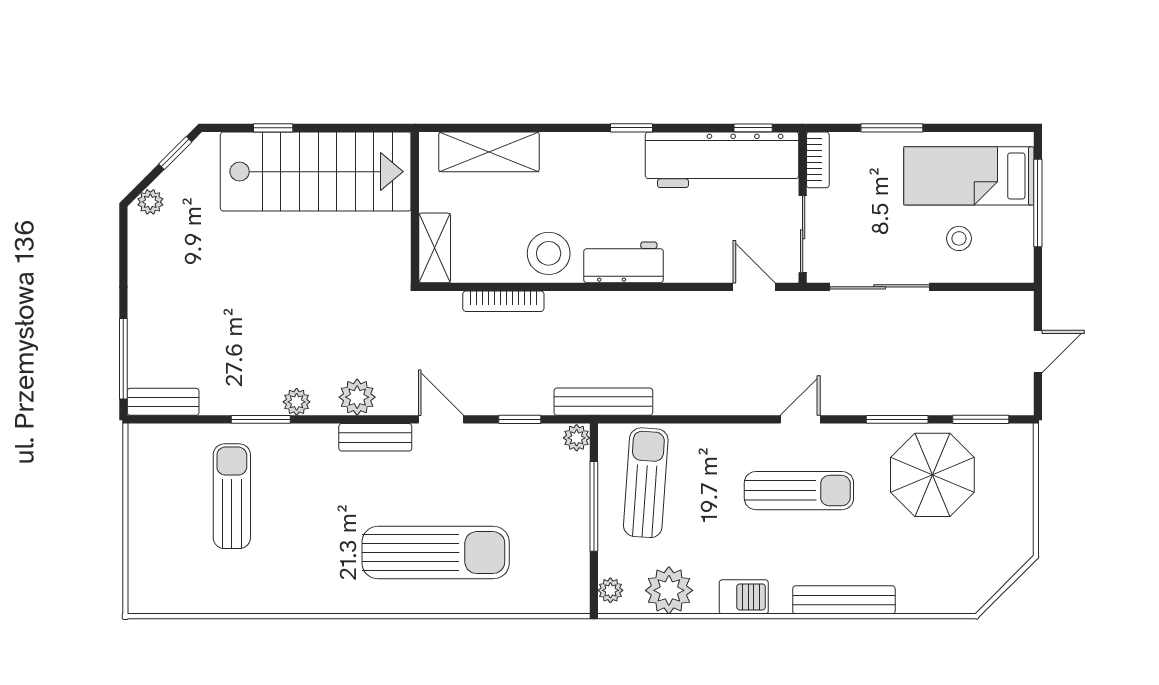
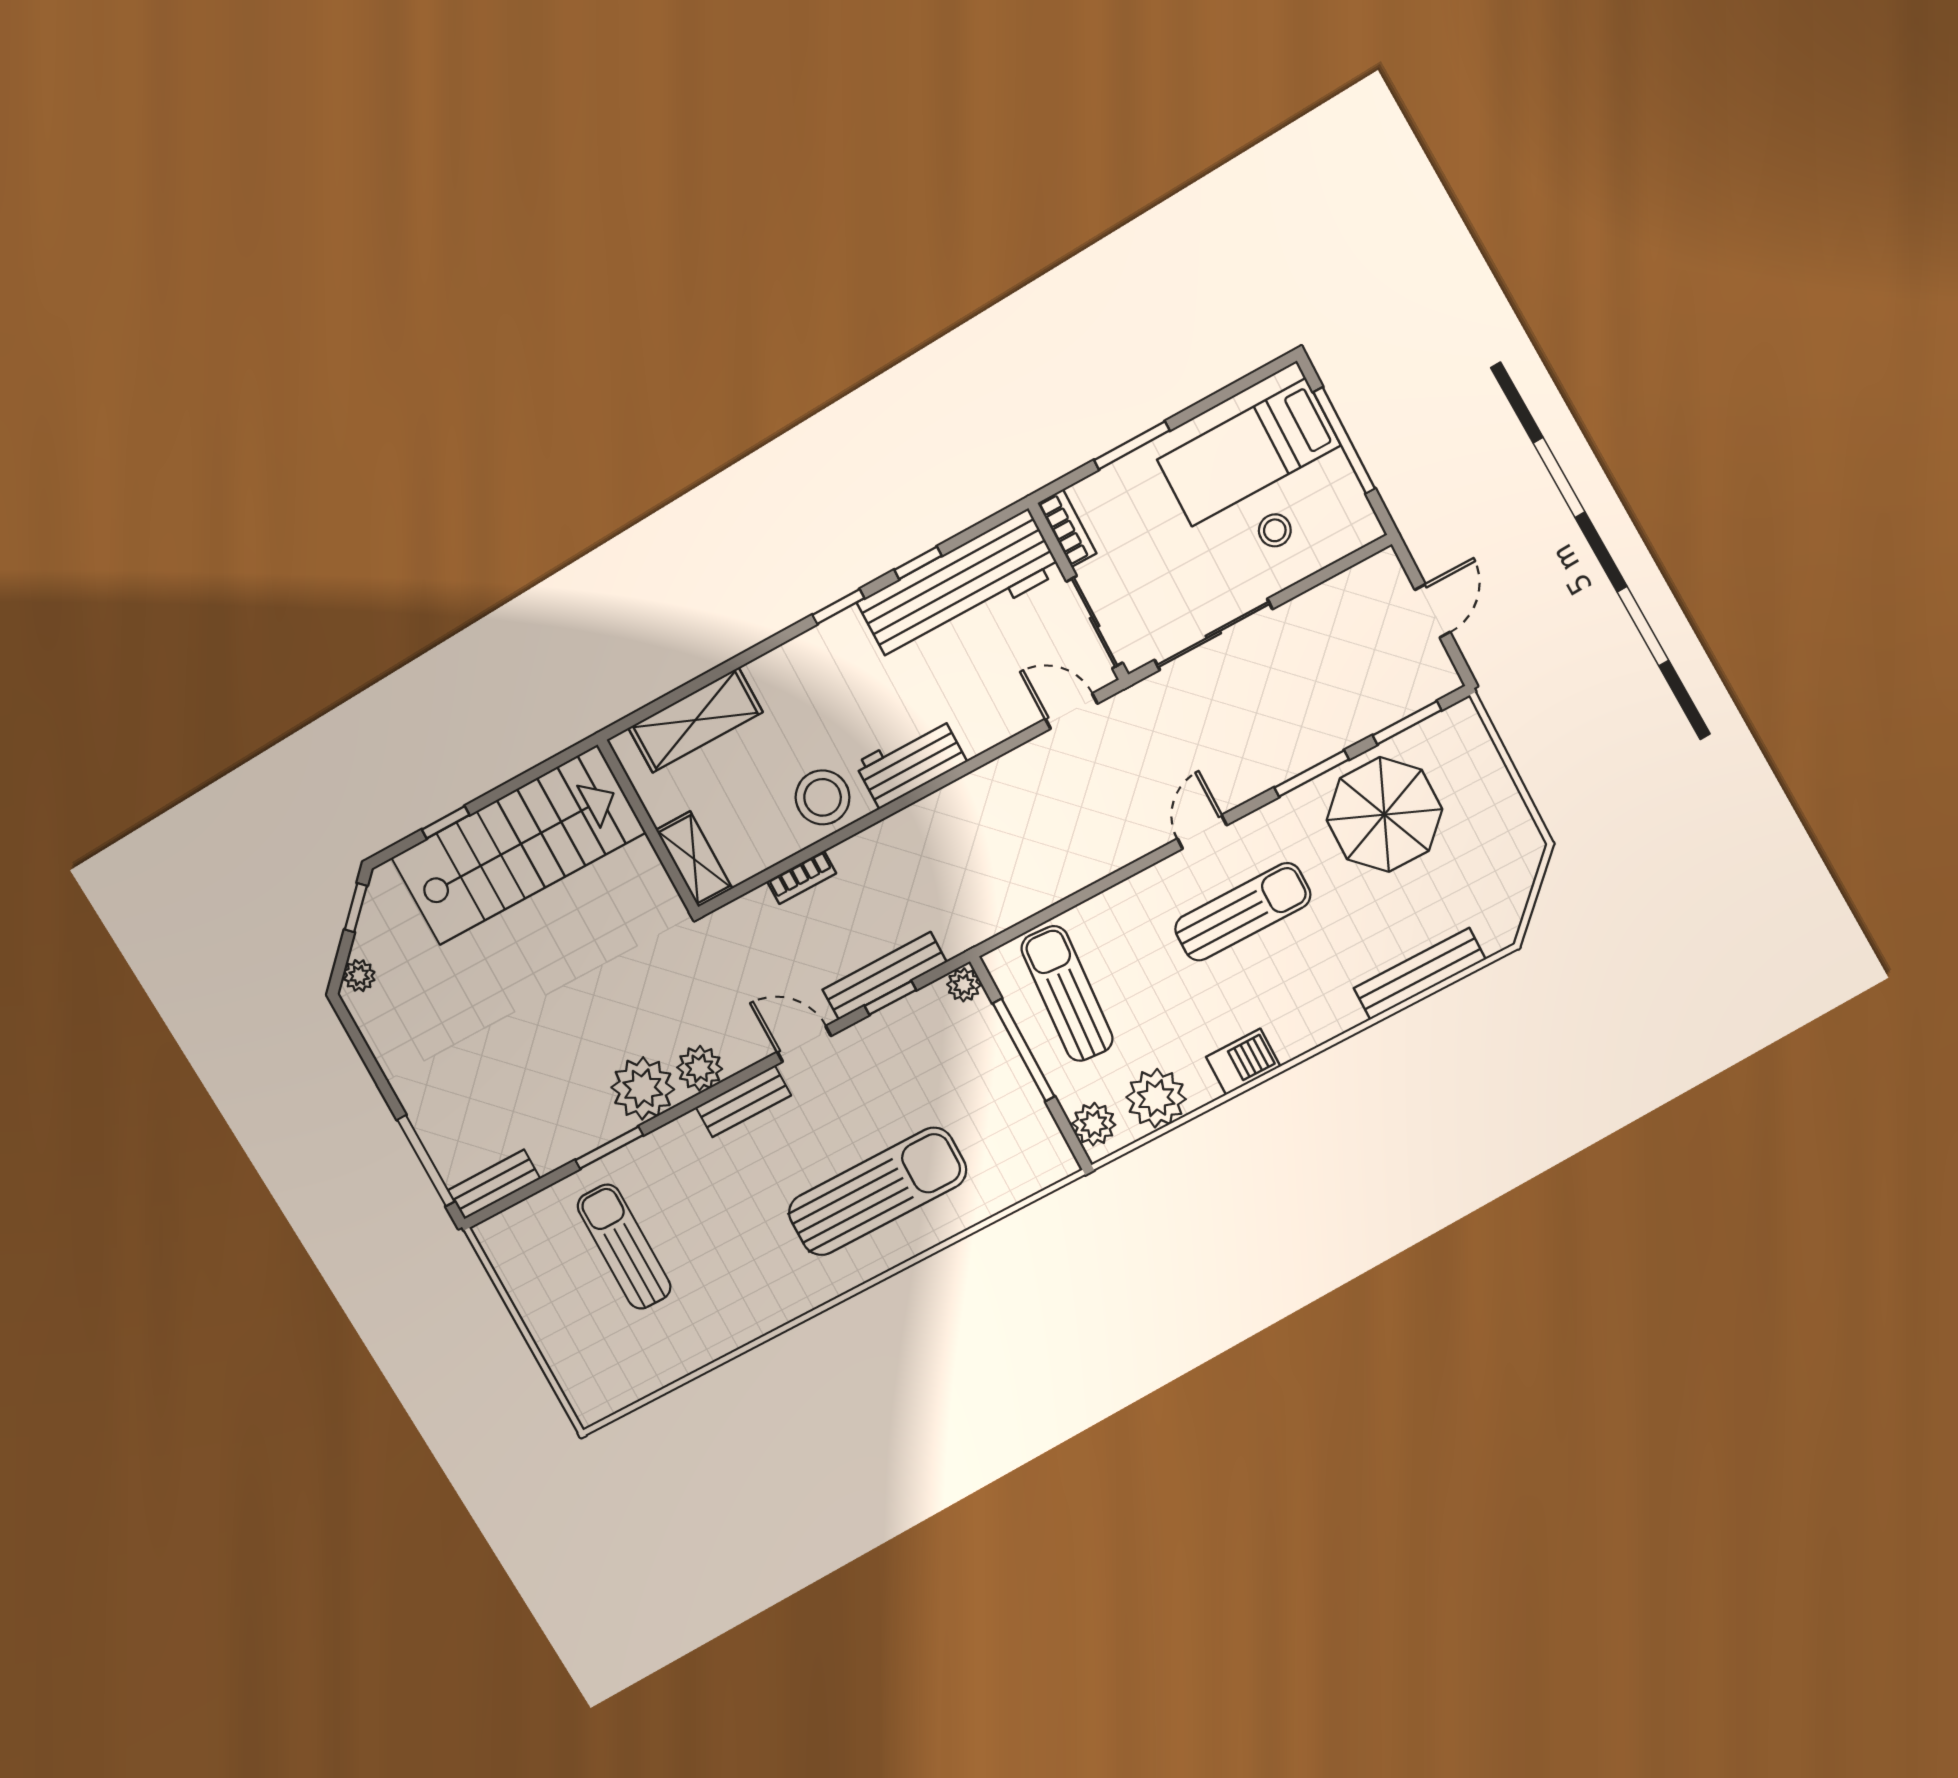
window: (753, 128) -> (918, 563), moved
bookcase: (503, 301) -> (802, 877), width x0.64
plant: (297, 402) -> (643, 1088), width x1.88, depth x1.88
bench: (603, 402) -> (885, 976), moved
plant: (610, 590) -> (1094, 1124), width x1.38, depth x1.38
bench: (844, 600) -> (1420, 974), moved

